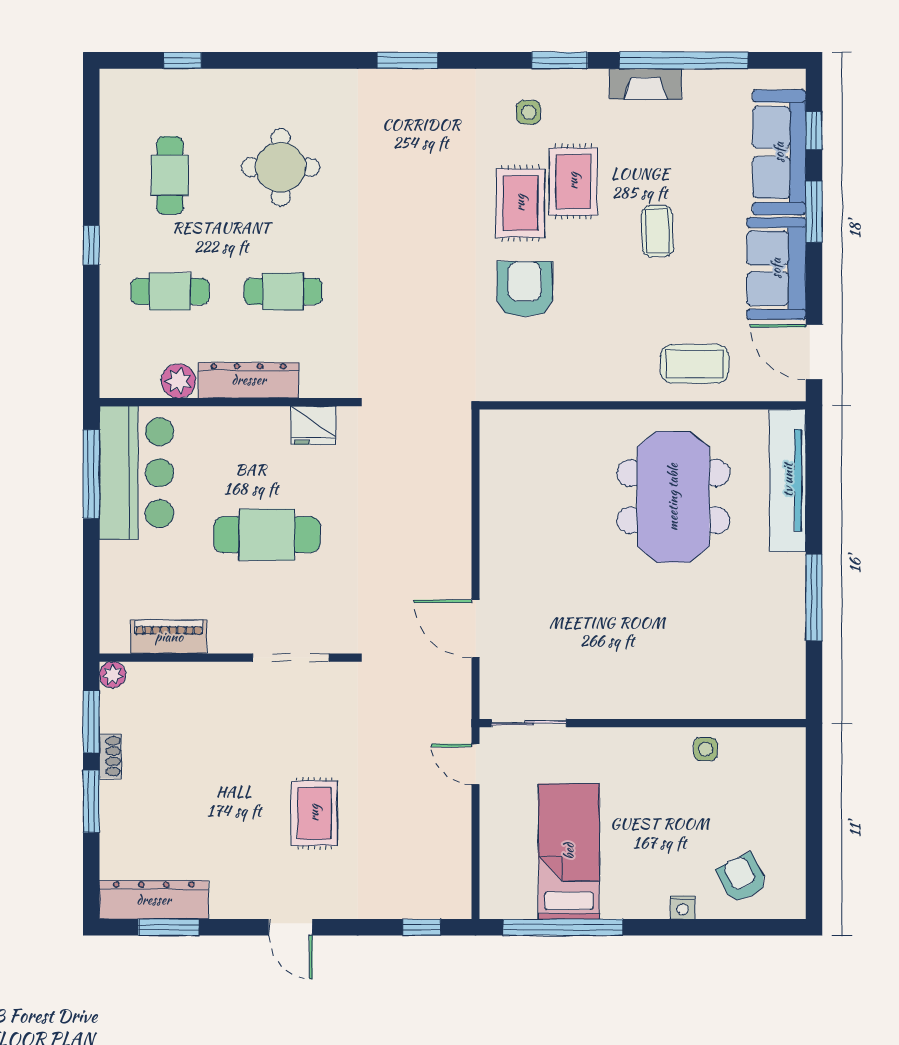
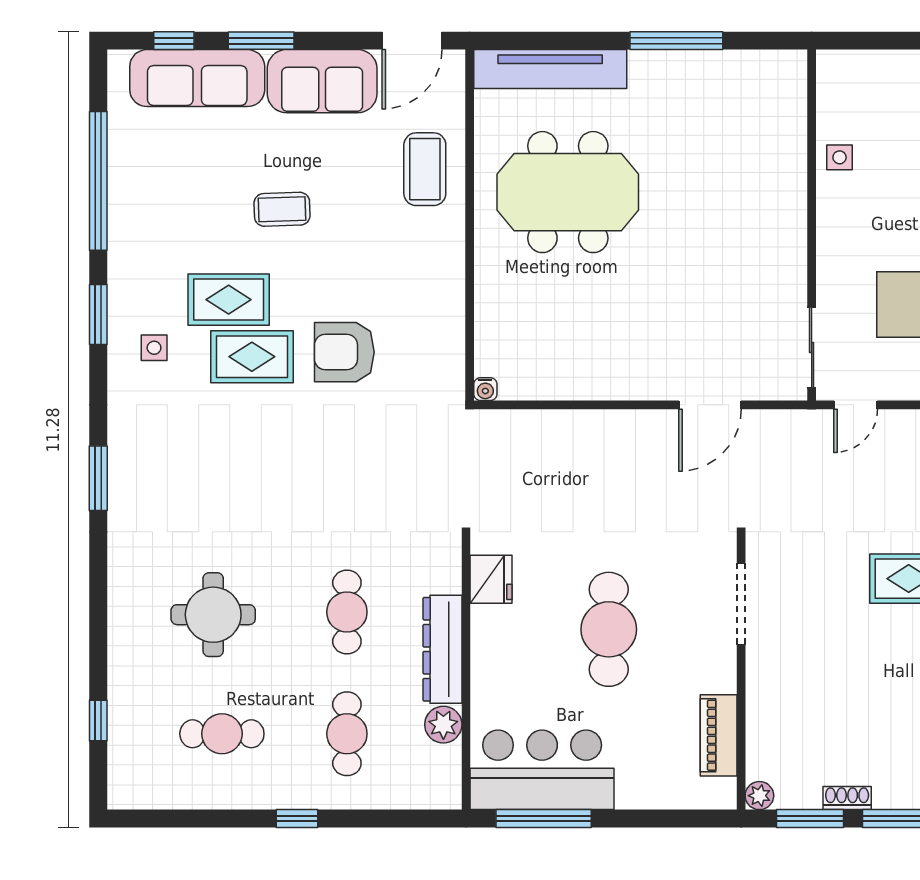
fireplace: (645, 84) -> (124, 222), removed
water cooler: (490, 420) -> (485, 389), added

